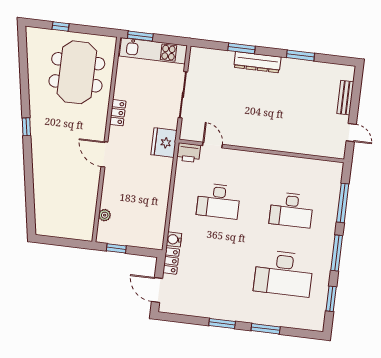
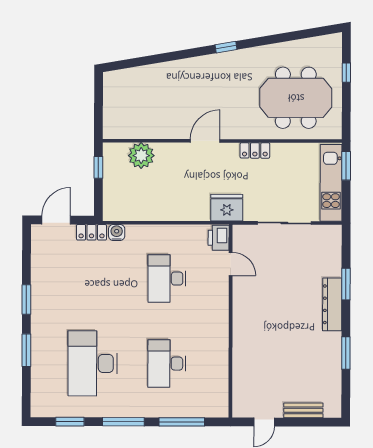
door: (212, 145) -> (231, 264), hinge flipped
plant: (105, 215) -> (141, 156), width x1.88, depth x1.88

